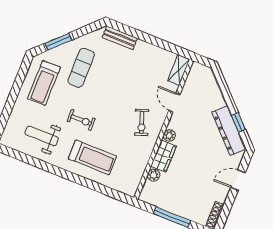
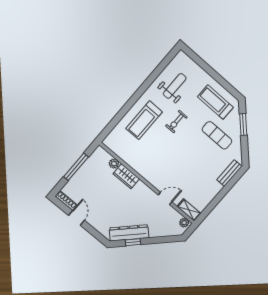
exercise bike: (142, 122) -> (158, 168), removed
plant: (169, 135) -> (184, 223), moved
door: (238, 180) -> (77, 218), moved

